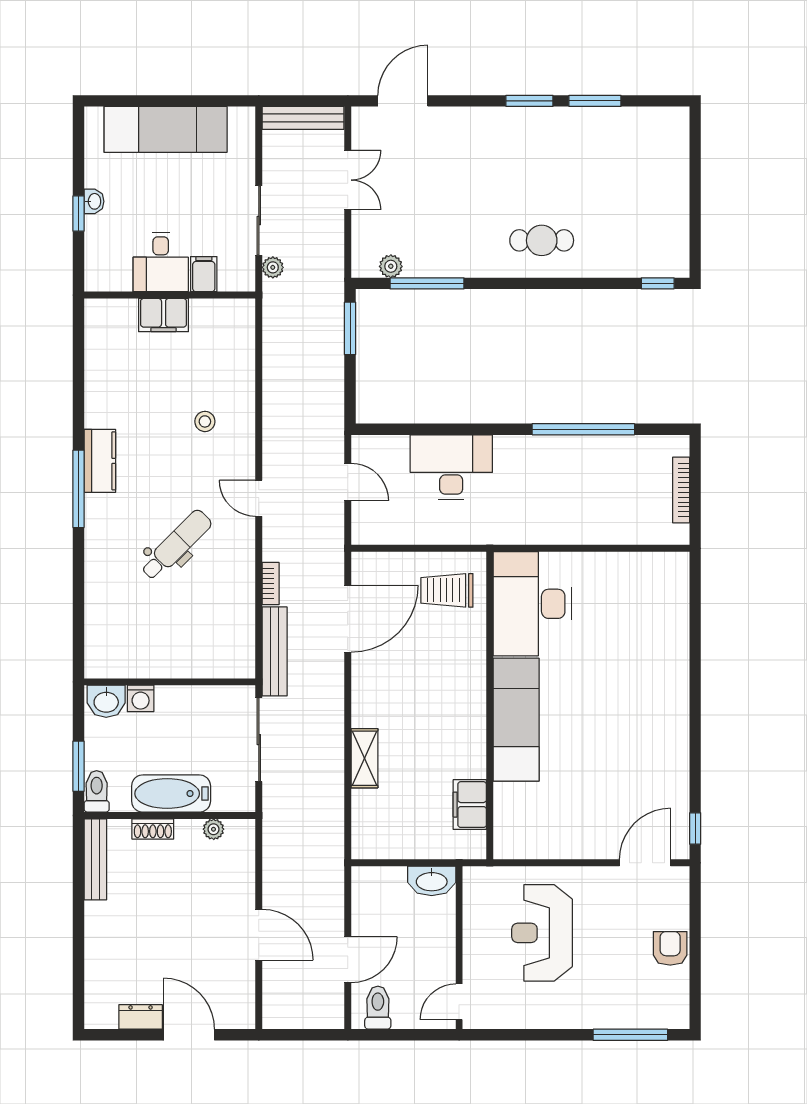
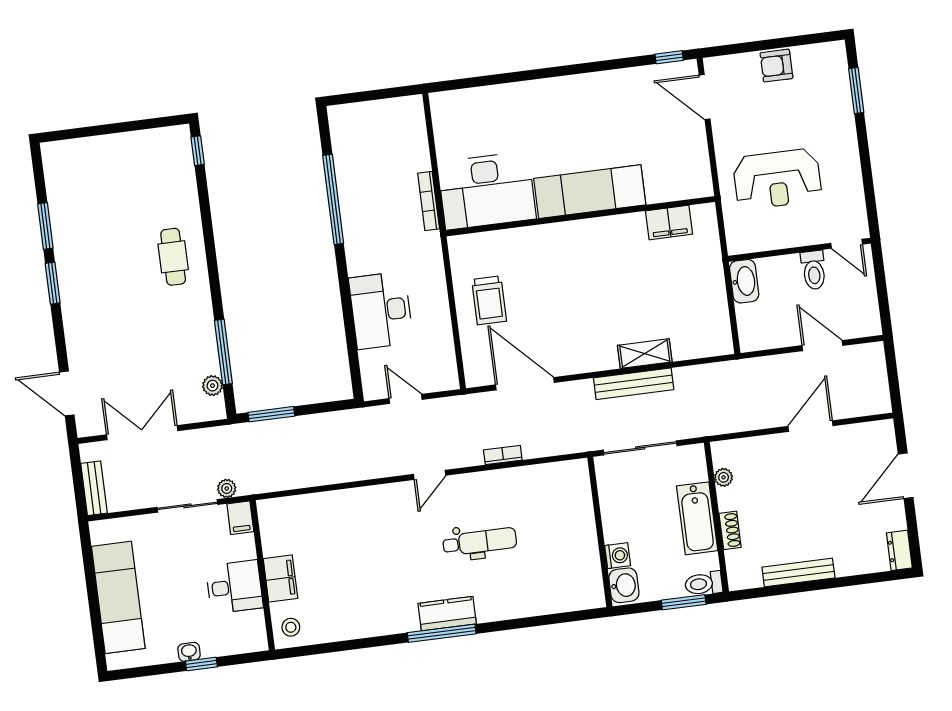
bench: (303, 118) -> (94, 488), width x0.73
double door: (348, 180) -> (142, 433), width x1.37
filing cabinet: (204, 274) -> (240, 518), moved, turned -90
stool: (205, 421) -> (291, 627), moved
kitchen counter: (100, 461) -> (447, 614), moved
door: (348, 482) -> (406, 399), hinge flipped
bookcase: (681, 490) -> (429, 201), moved, turned 90
dental chair: (176, 545) -> (480, 542), turned 135
desk: (532, 604) -> (487, 191), moved
bench: (275, 651) -> (634, 384), moved
wall: (490, 706) -> (580, 216), moved
exam couch: (516, 720) -> (590, 192), moved
filing cabinet: (470, 805) -> (669, 222), moved
bench: (95, 859) -> (798, 573), moved
toilet: (378, 1008) -> (814, 270), moved, turned -90
dresser: (141, 1017) -> (899, 550), moved
window: (630, 1035) -> (856, 91), width x0.69

